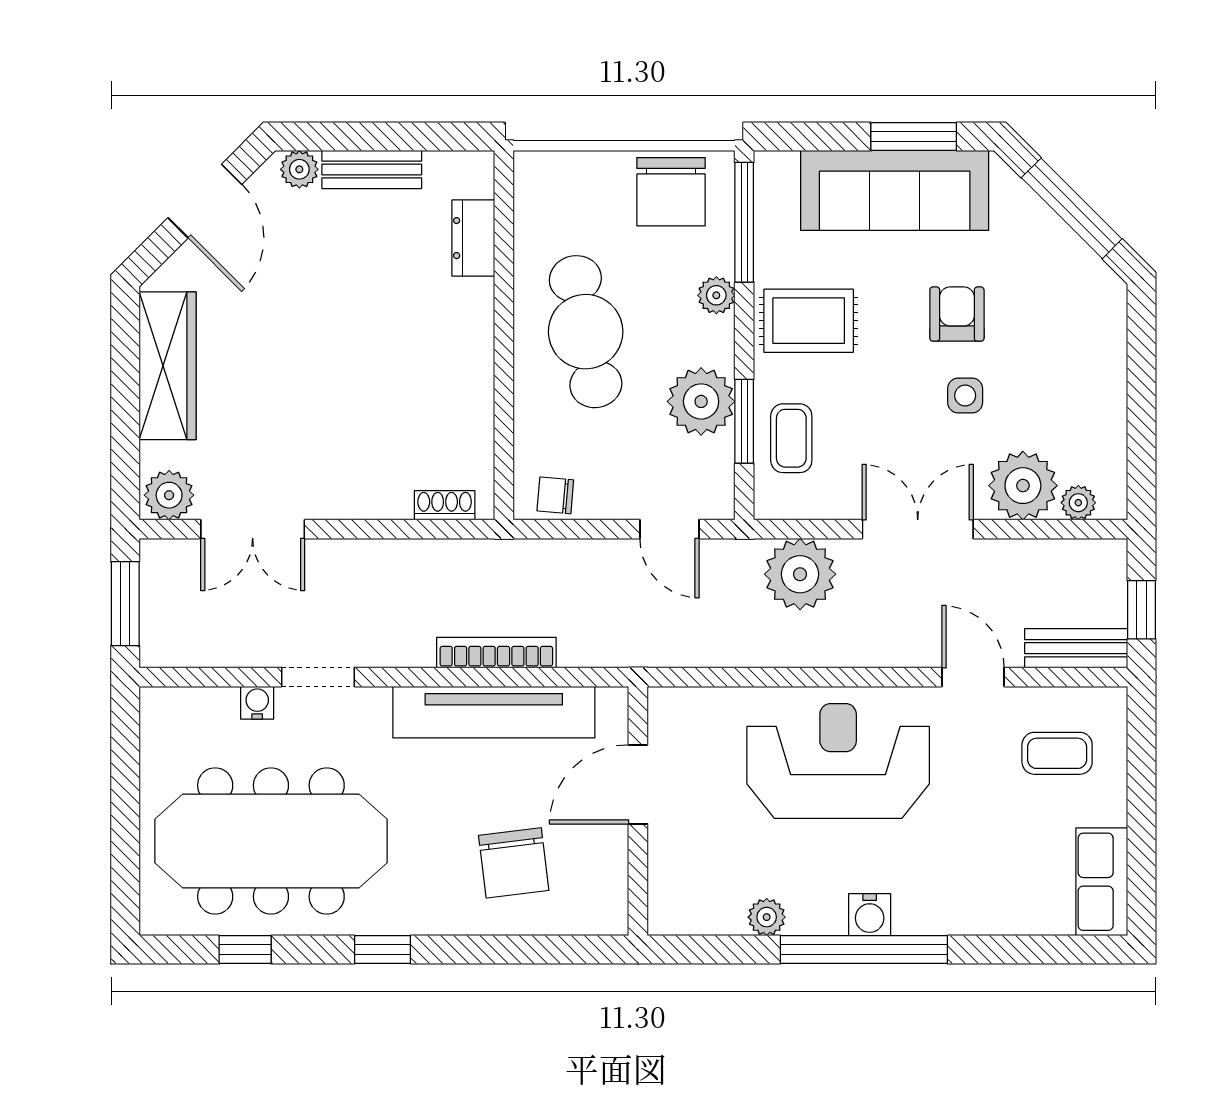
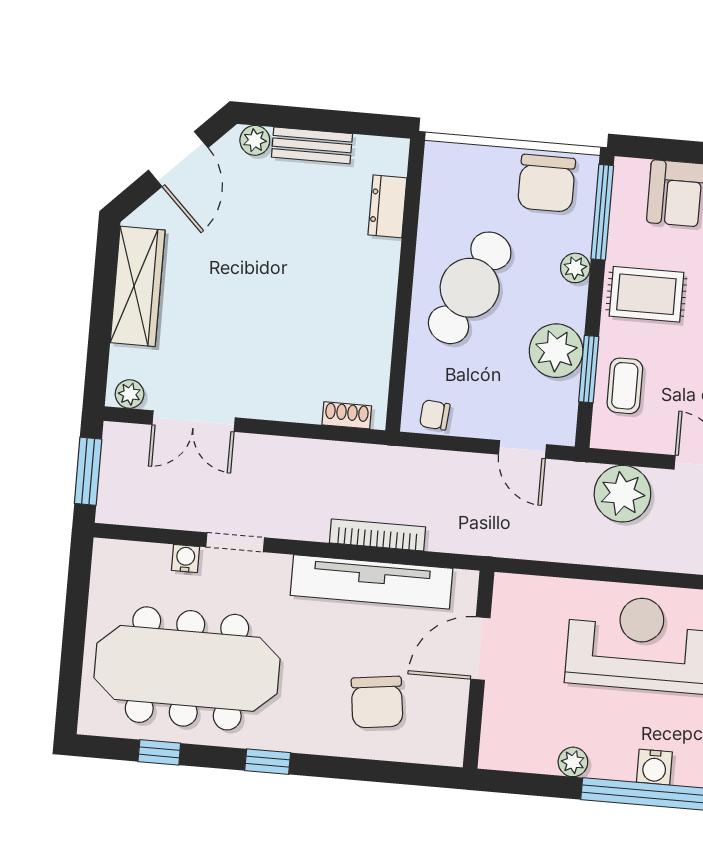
cafe table: (586, 332) -> (470, 288), turned 36
plant: (169, 495) -> (130, 394), width x0.73, depth x0.73

